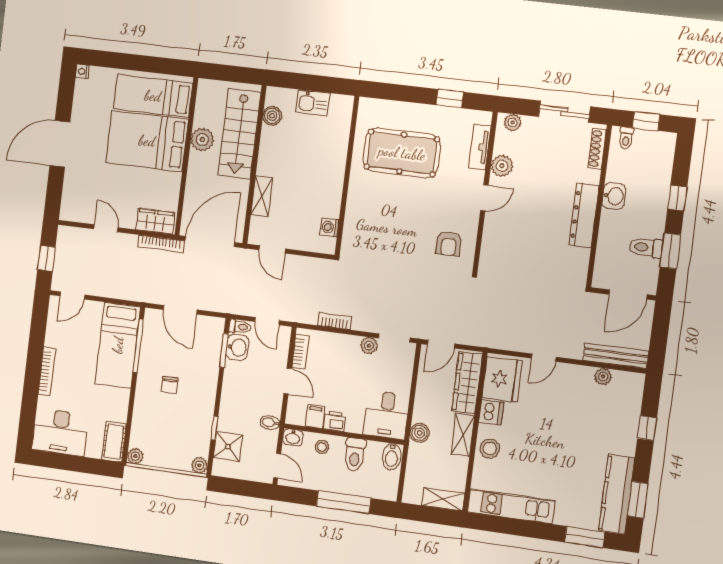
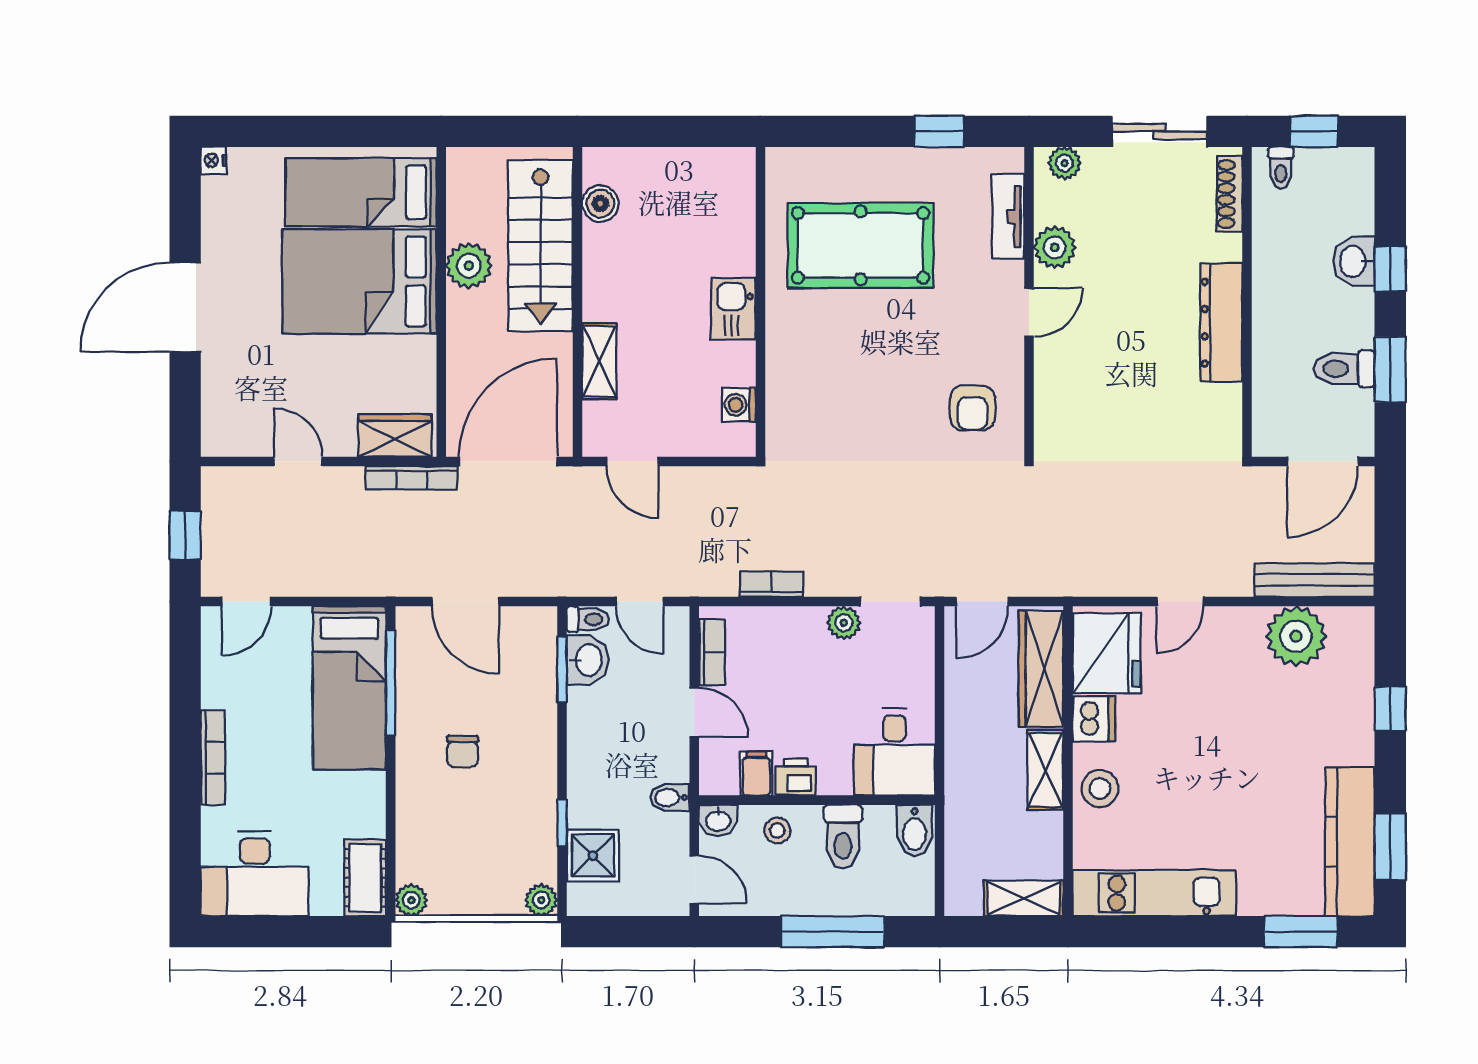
kitchen sink: (313, 103) -> (733, 309), moved, turned 90
washbasin: (614, 196) -> (1354, 261), moved, turned 180
plant: (603, 376) -> (1296, 636), width x1.87, depth x1.87
boiler: (420, 433) -> (962, 777), removed

